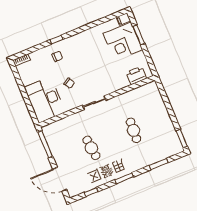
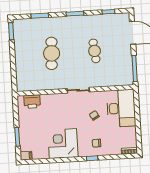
corner desk: (123, 42) -> (63, 144), moved, turned -90
cafe table: (134, 130) -> (52, 53), width x1.37, depth x1.35

